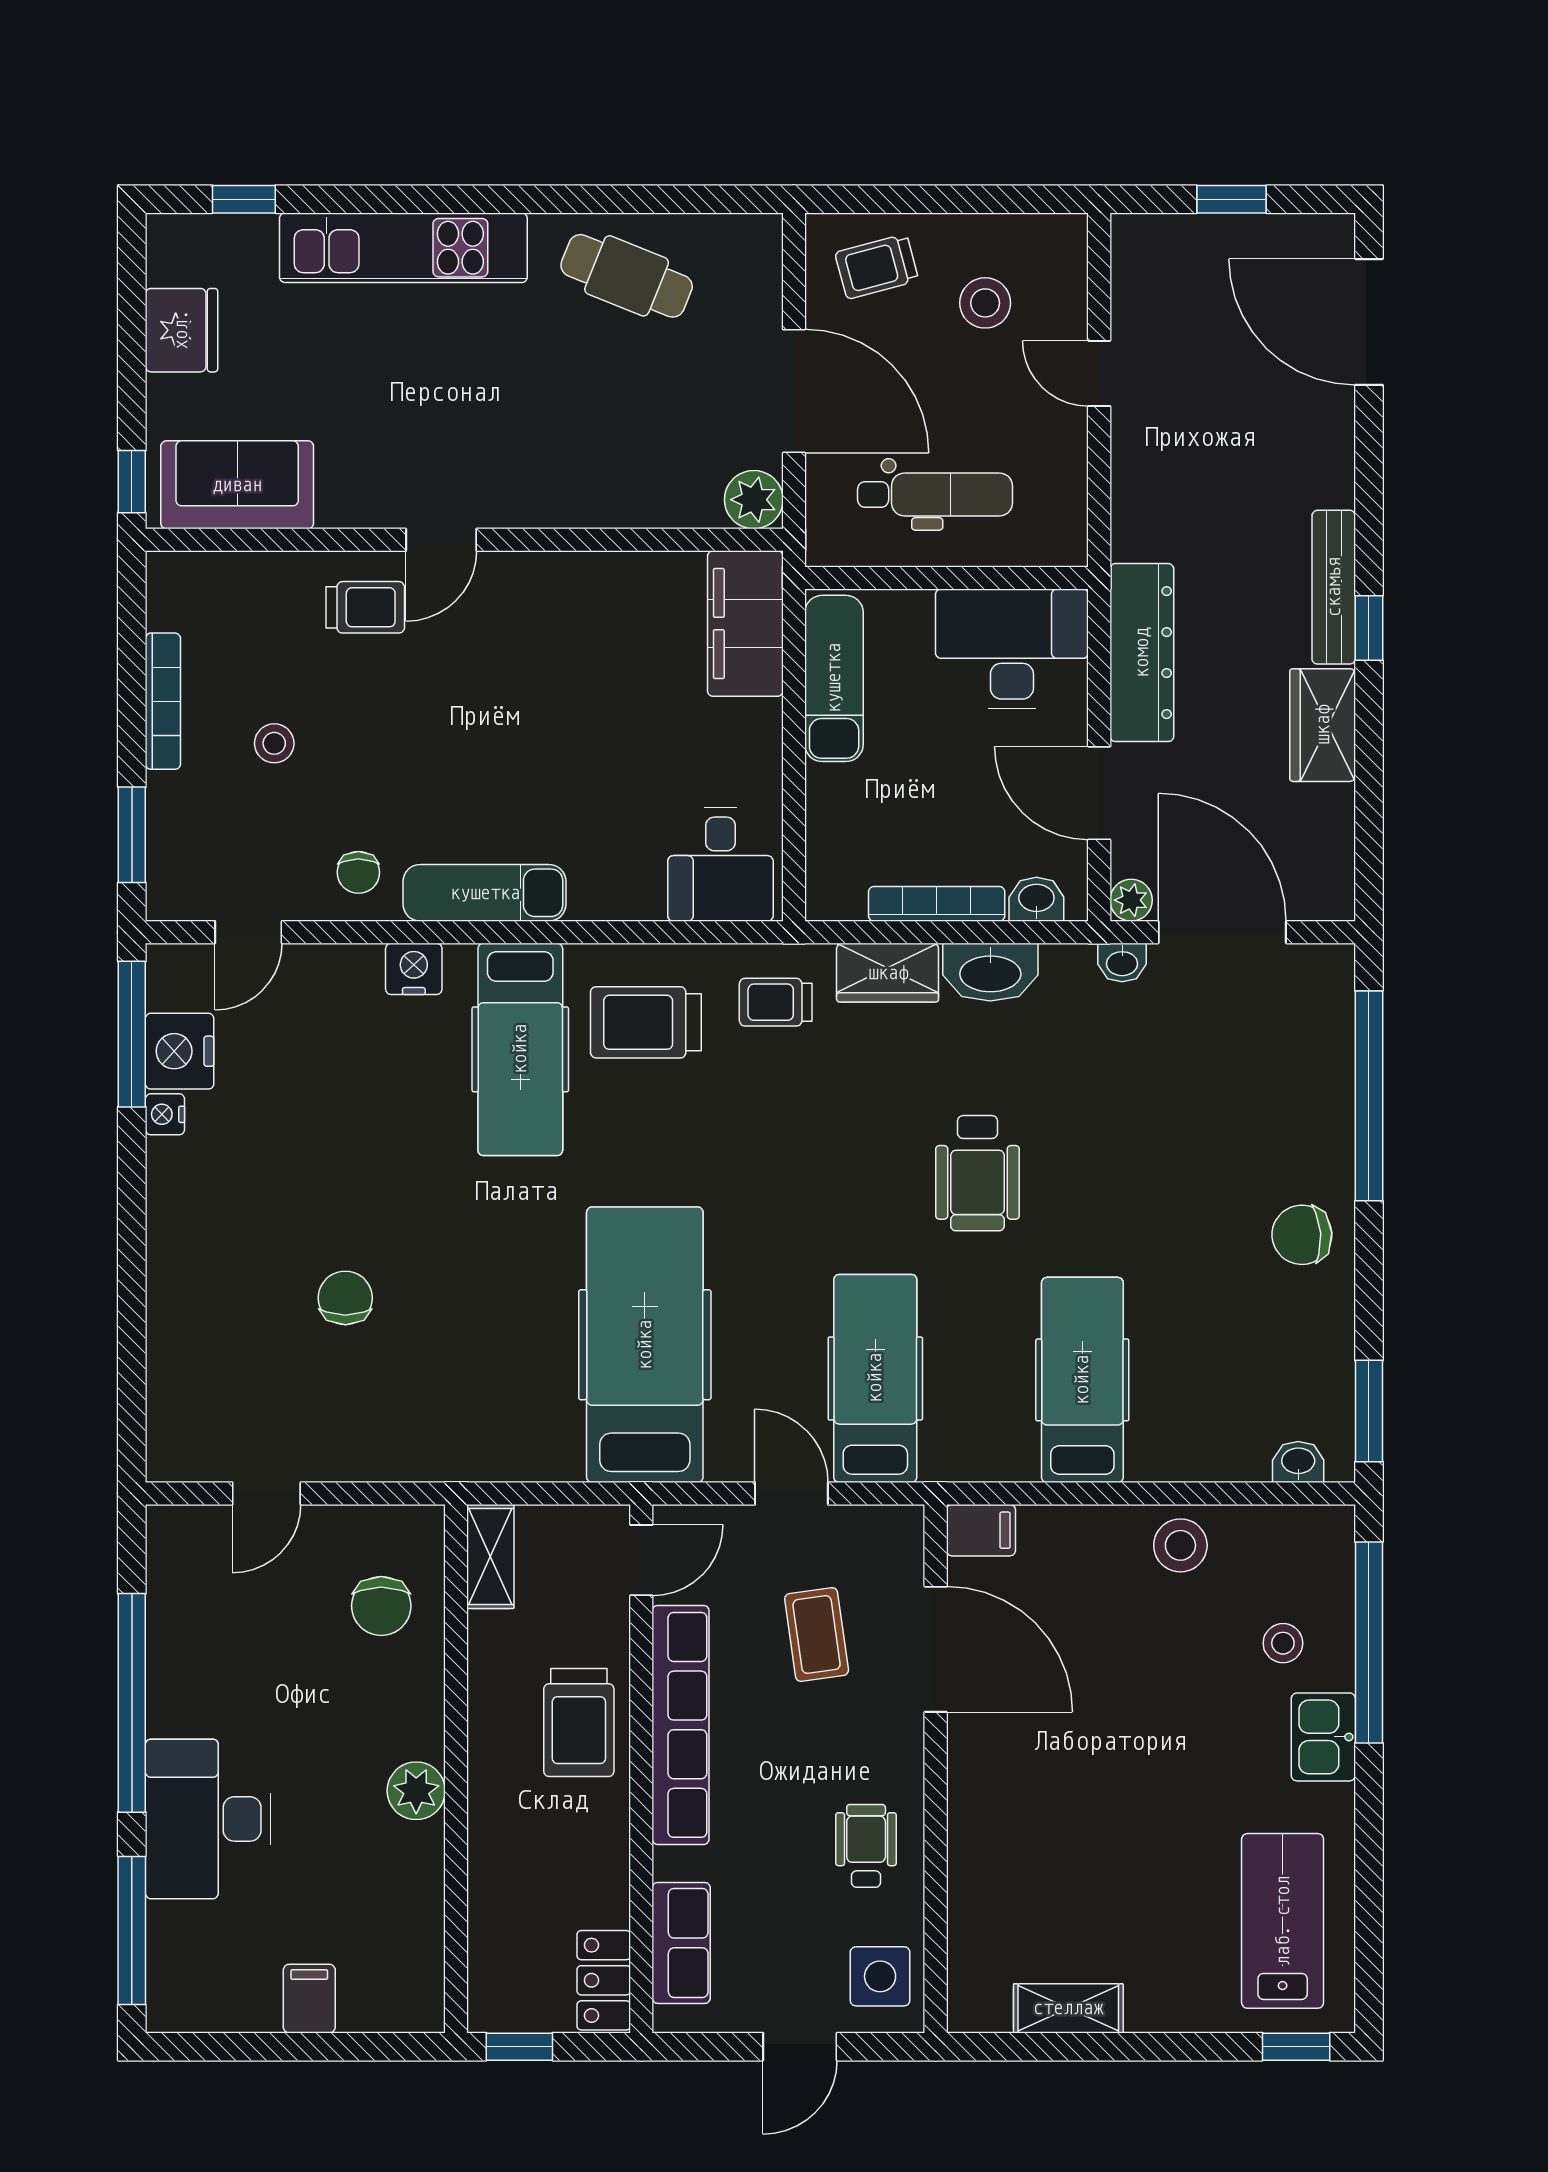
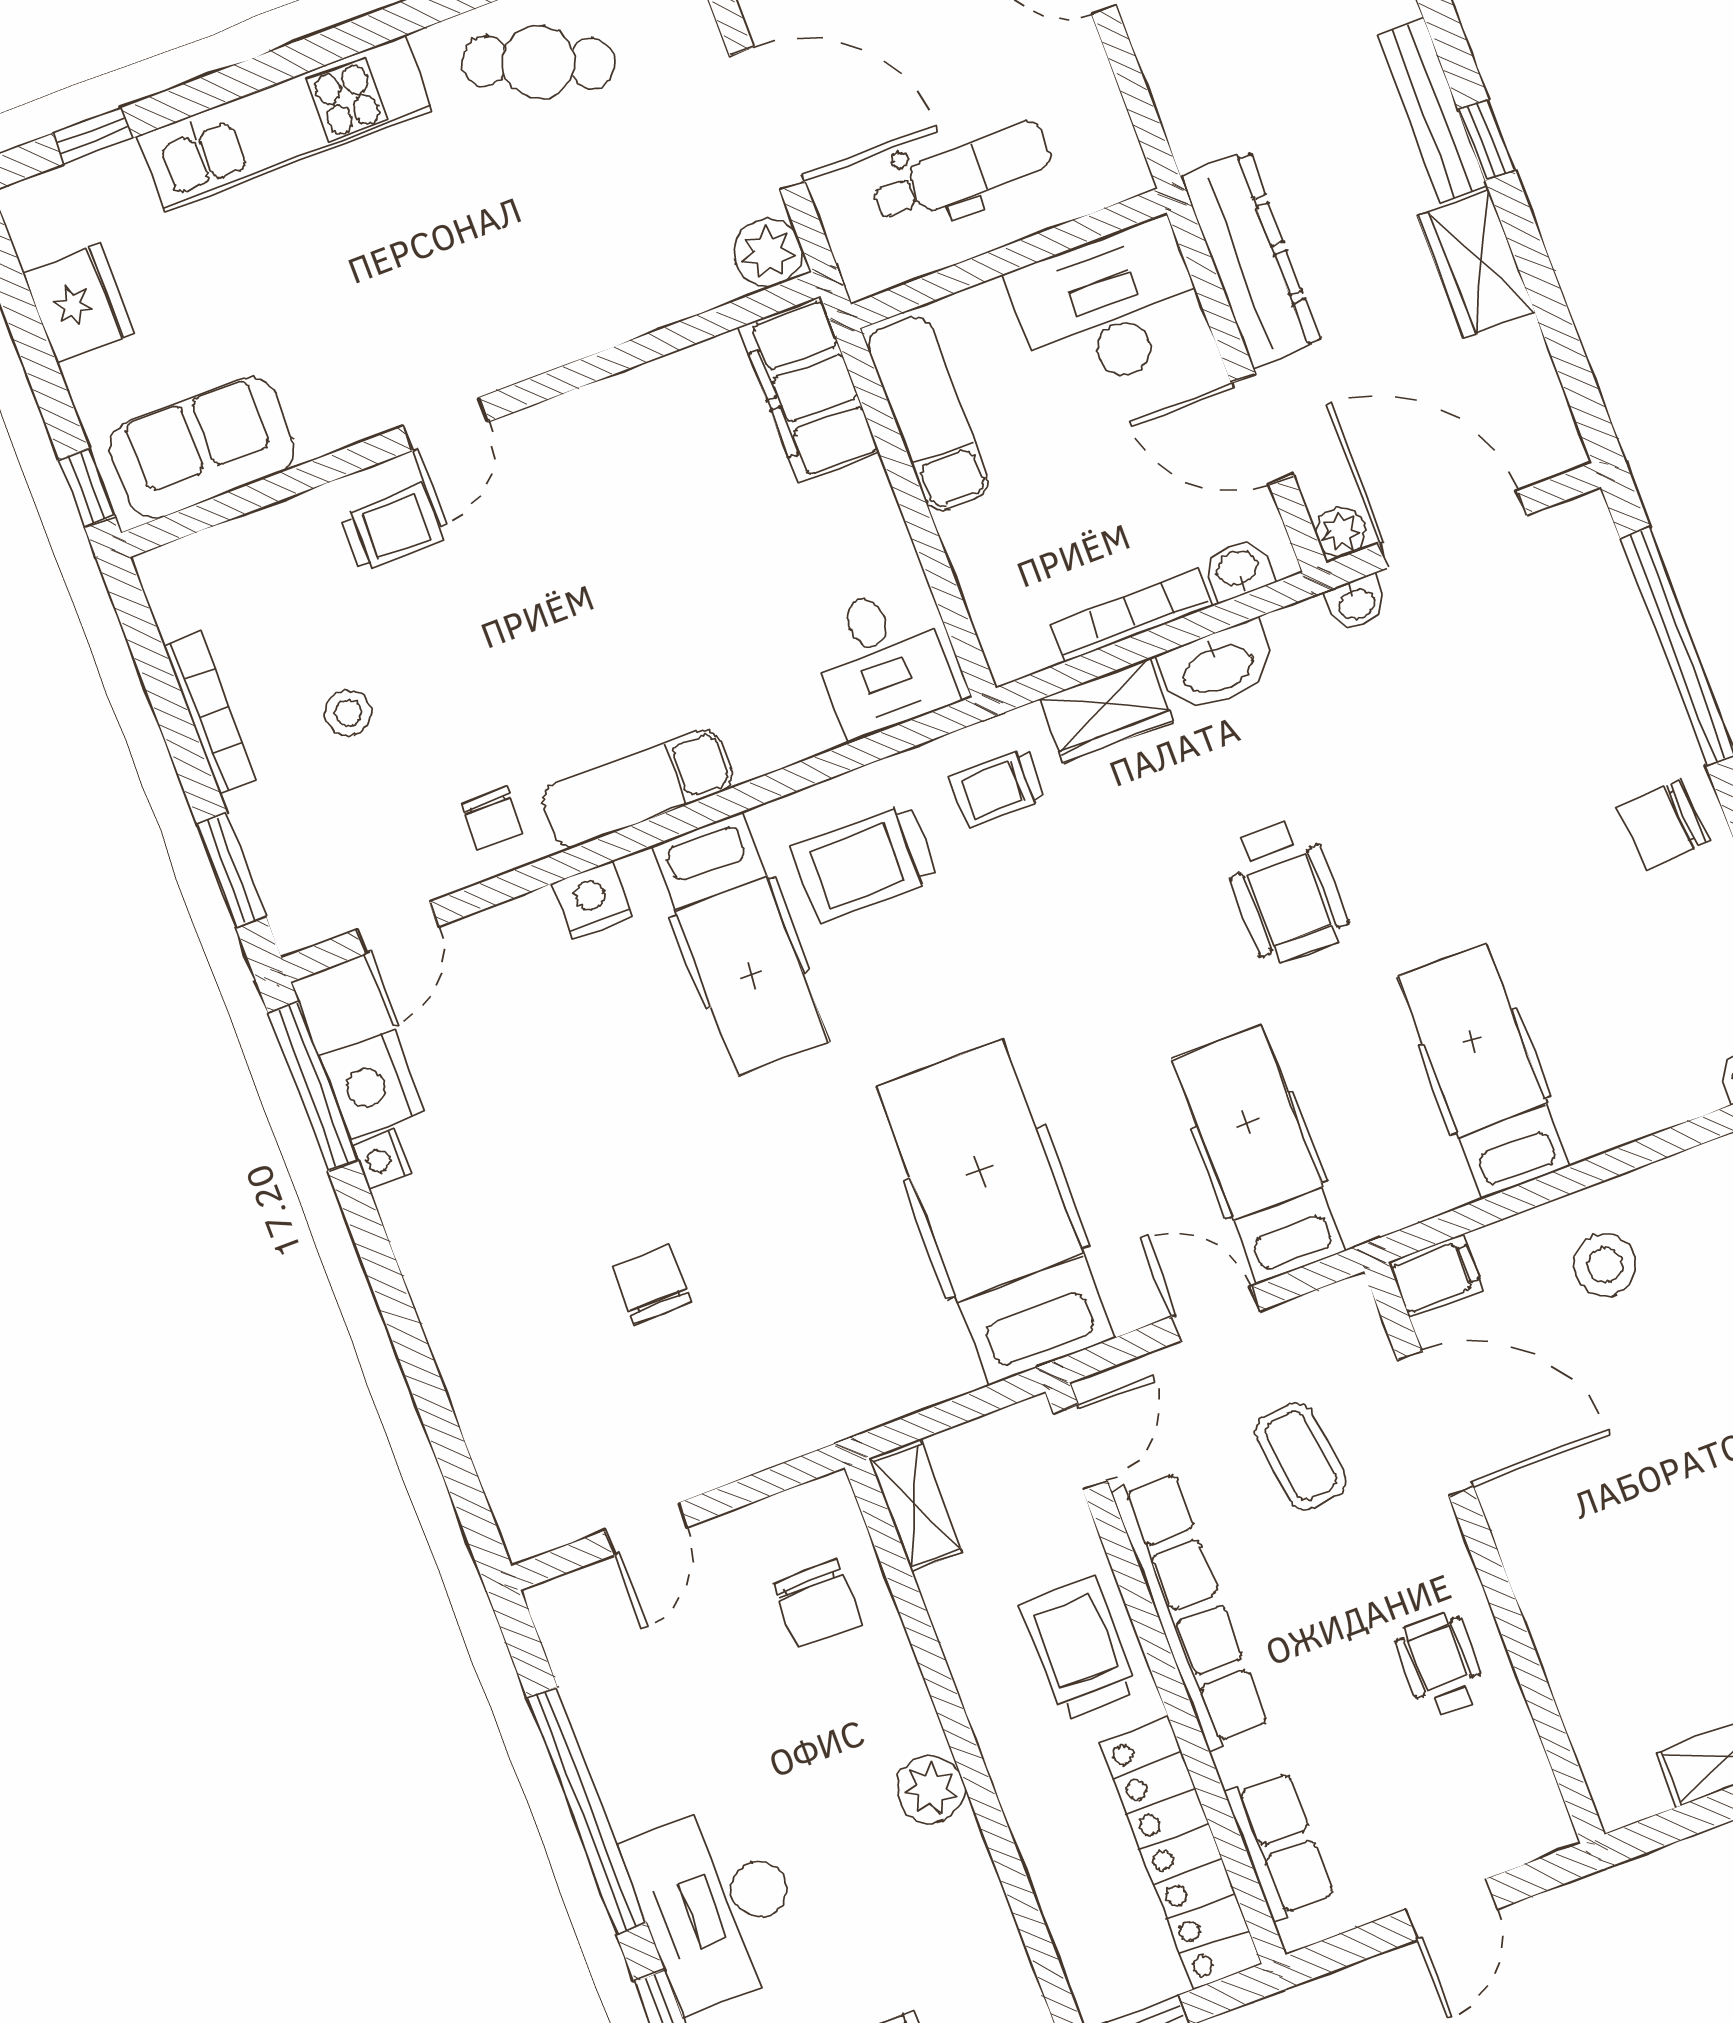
stool: (1180, 1545) -> (1605, 1265), moved
trolley: (579, 1723) -> (1079, 1649), turned 180
side table: (880, 1976) -> (1509, 1800), removed
locker: (604, 1980) -> (1180, 1854), width x2.16, depth x1.21

